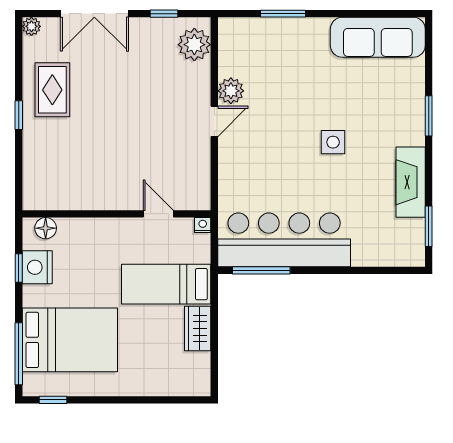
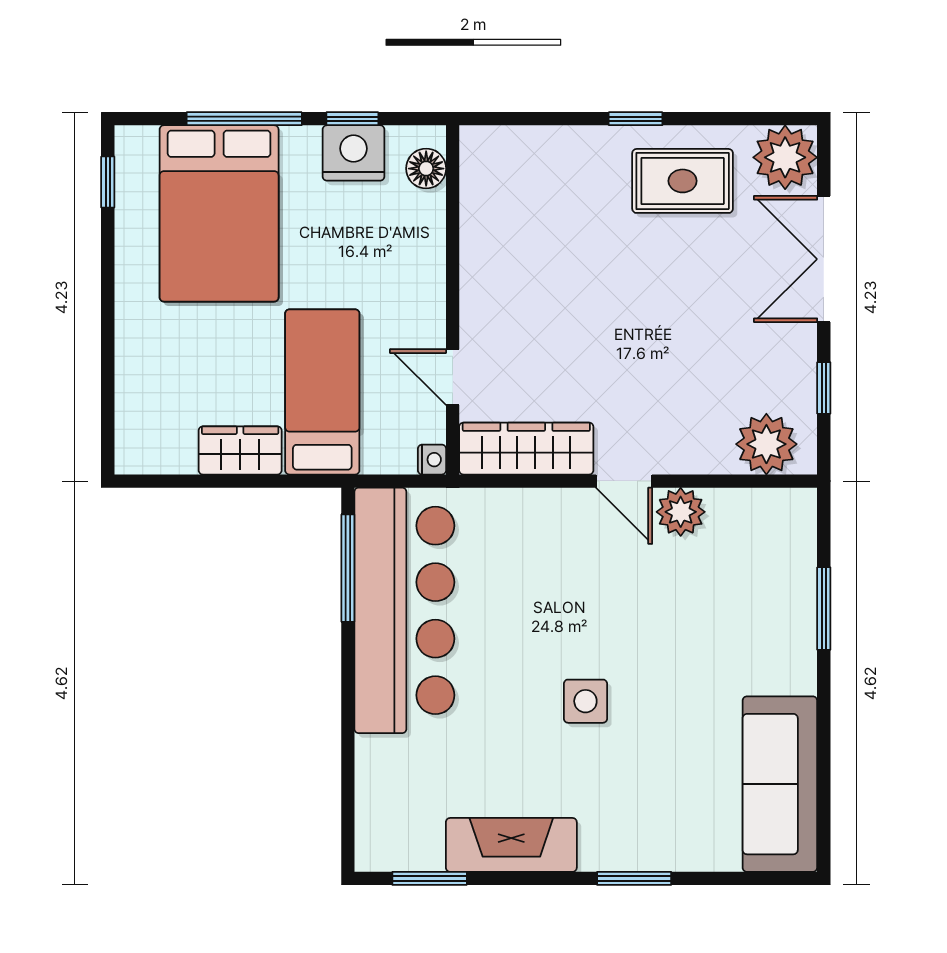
plant: (31, 26) -> (785, 157), width x1.88, depth x1.88
wardrobe: (197, 174) -> (526, 449), added
door: (158, 214) -> (453, 377), swing flipped
window: (19, 354) -> (244, 119), moved

